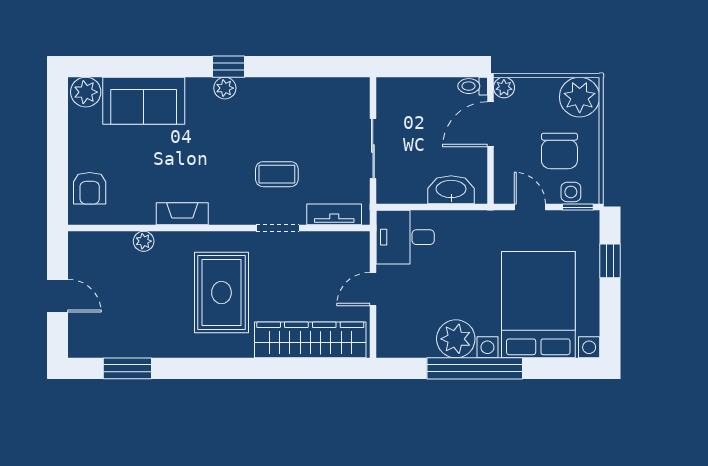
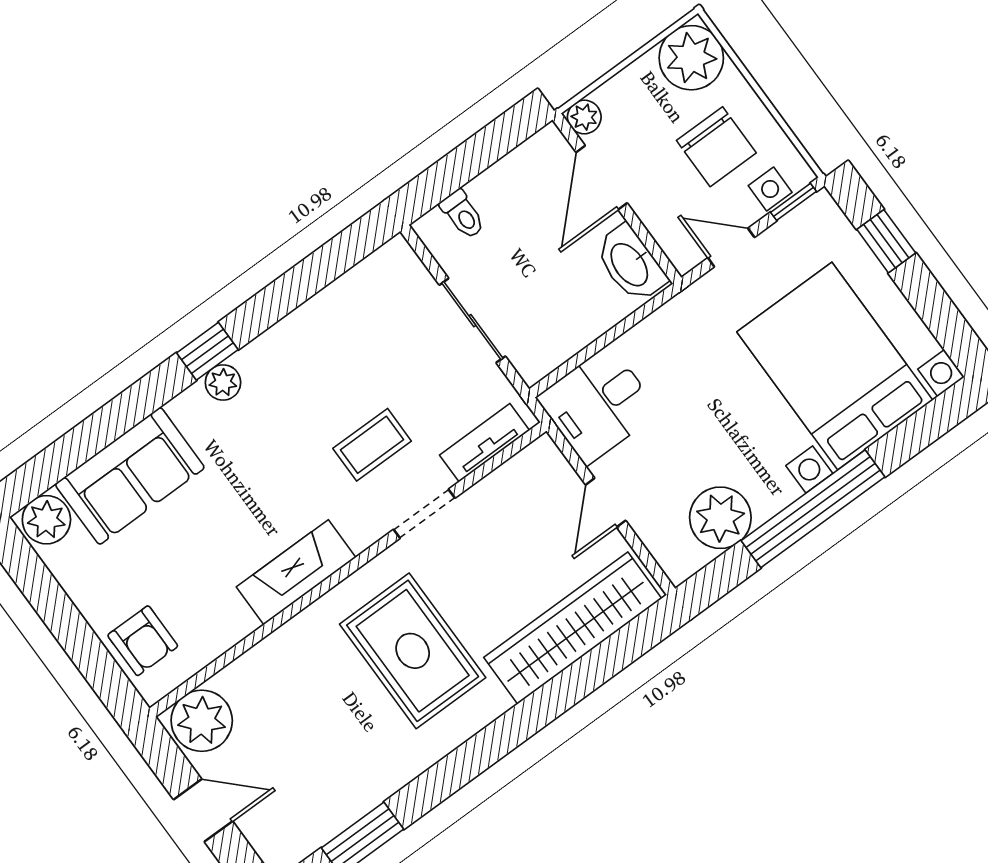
toilet: (473, 86) -> (463, 214), moved, turned -90
washbasin: (451, 190) -> (630, 264), moved, turned -90
fireplace: (182, 214) -> (296, 572), width x1.37, depth x1.32
plant: (144, 241) -> (202, 721), moved, width x1.88, depth x1.88
plant: (456, 339) -> (720, 518), moved

